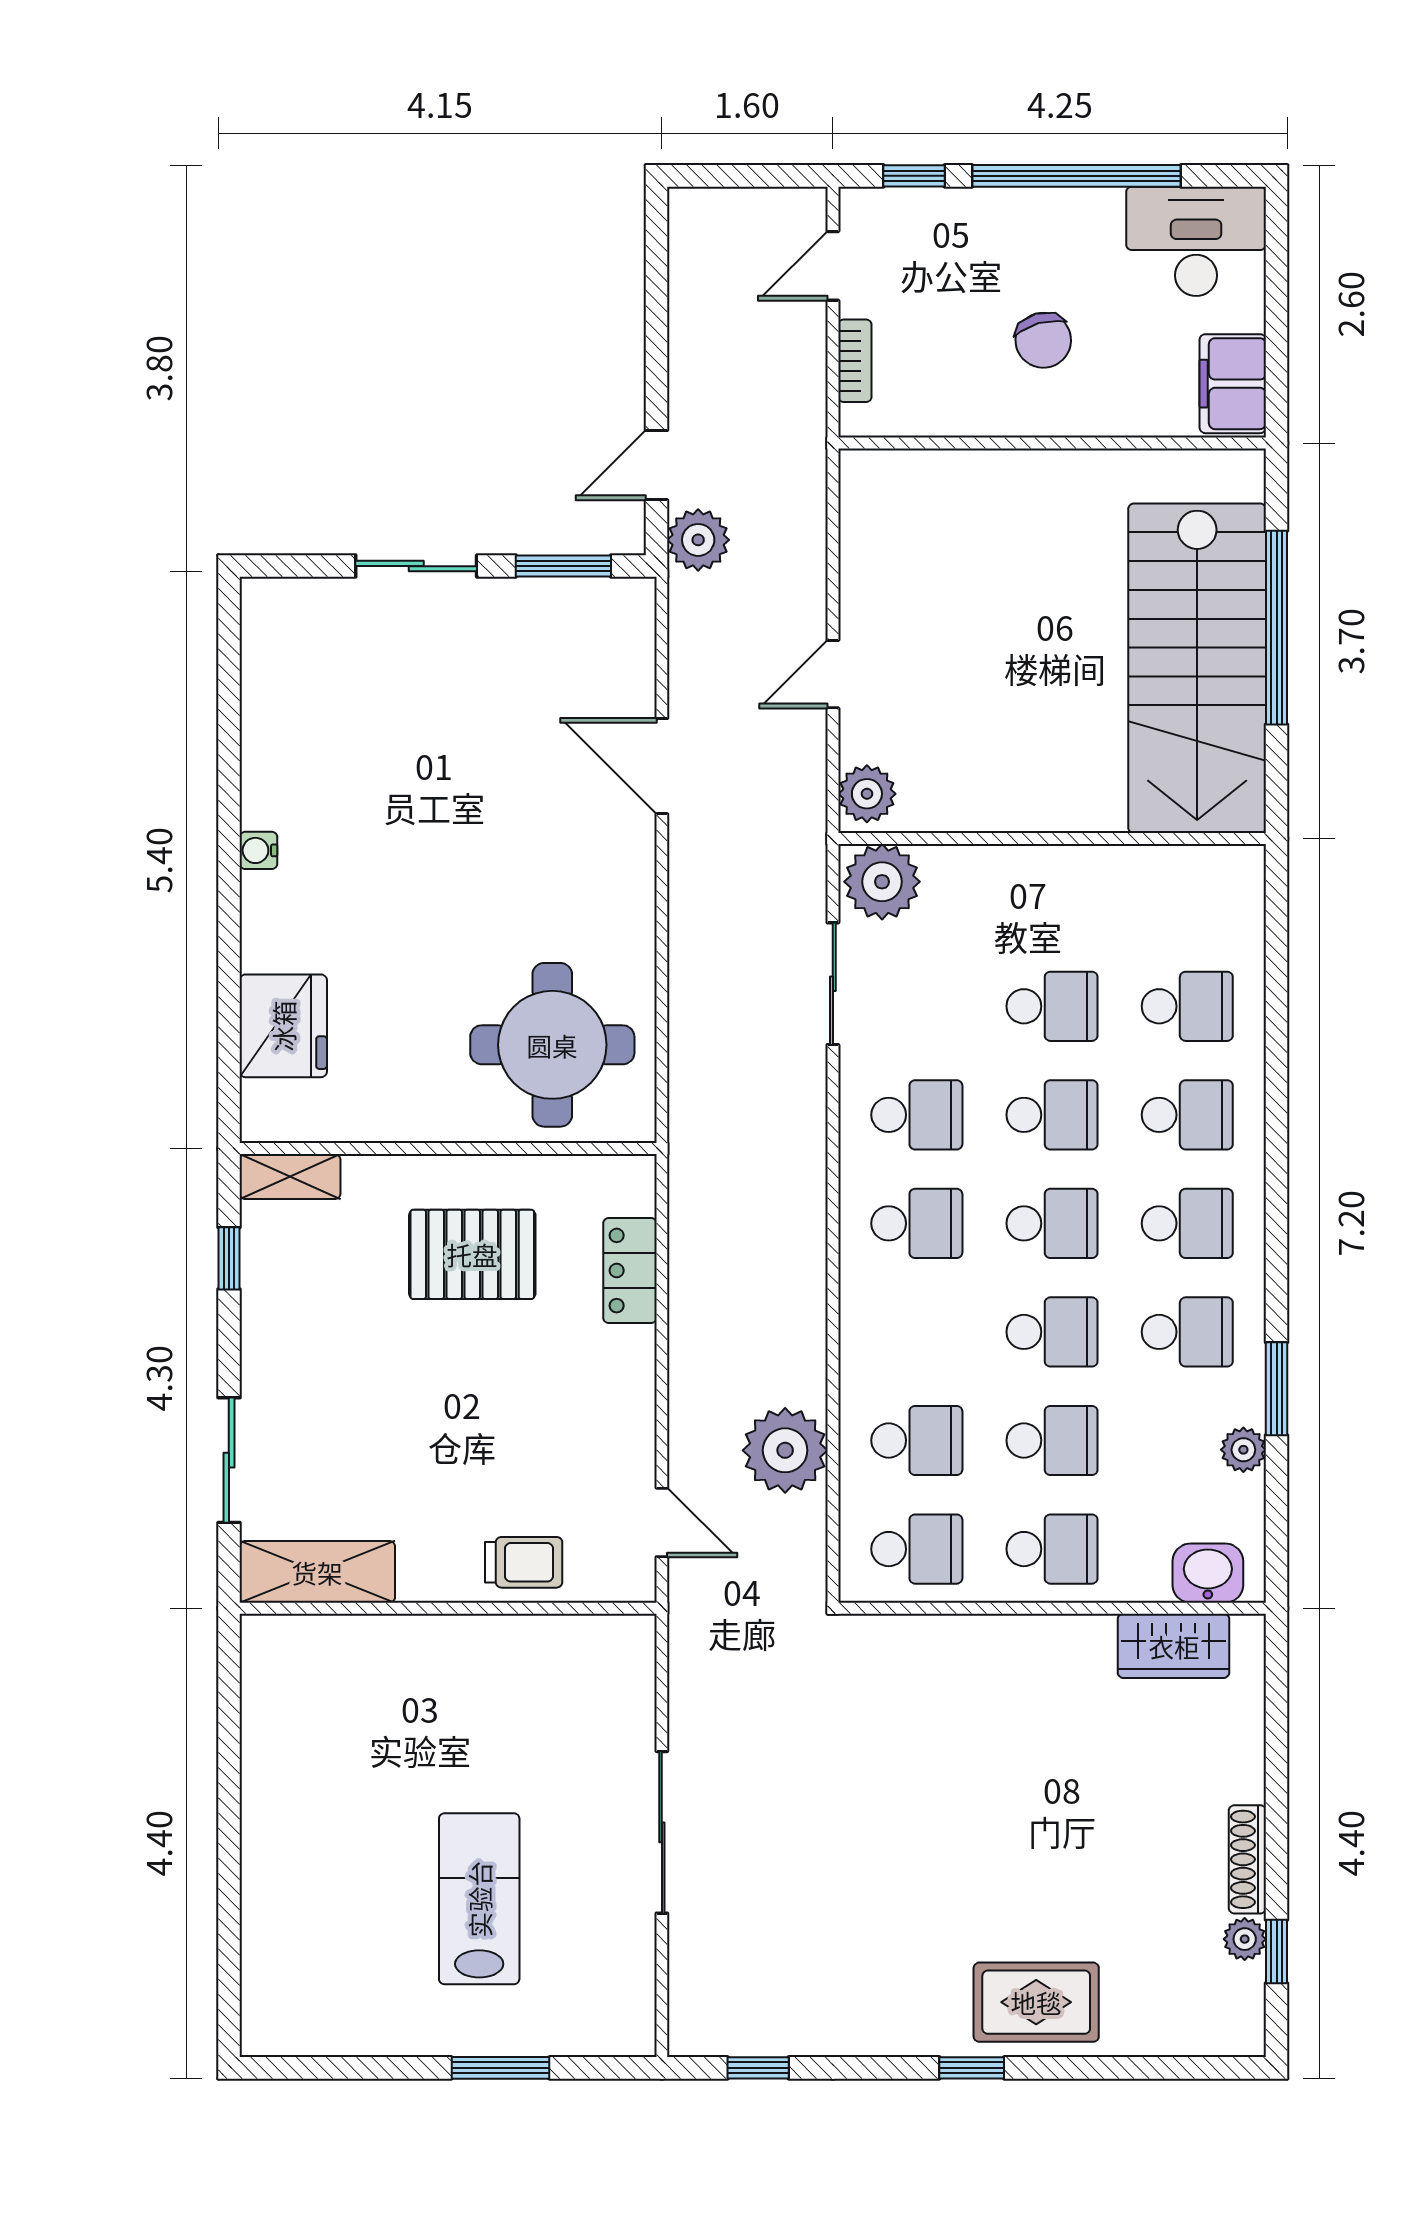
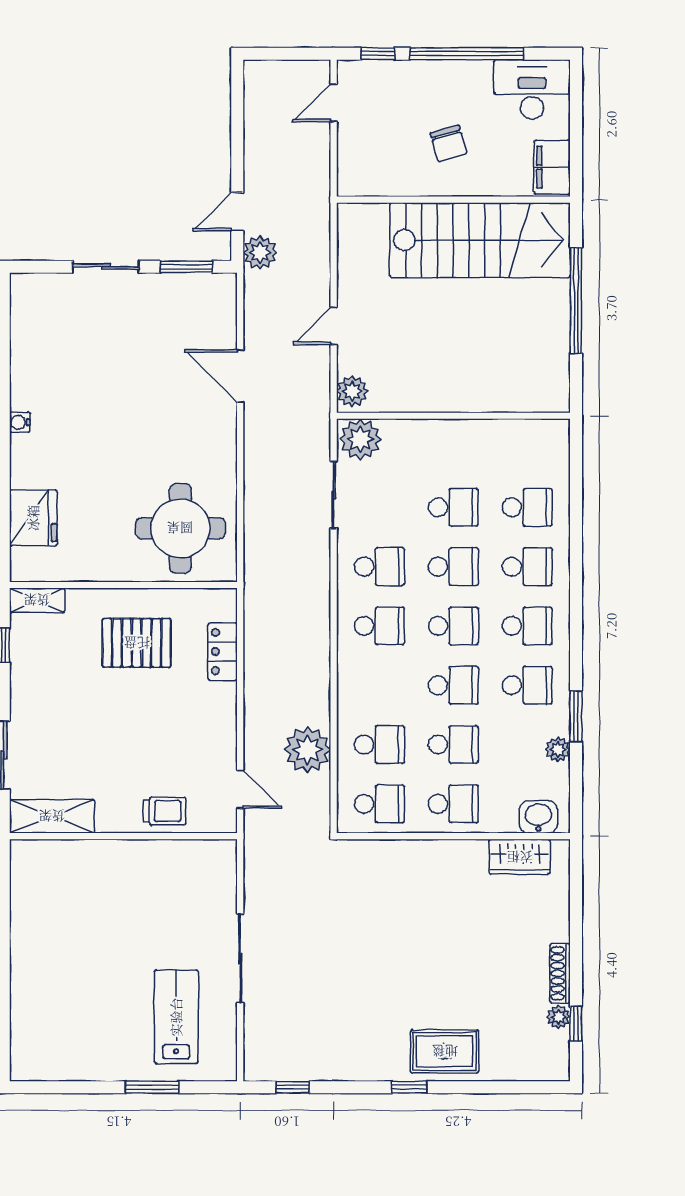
bookcase: (855, 361) -> (346, 155), removed
stairs: (1197, 668) -> (480, 240), moved, turned -90
lab bench: (479, 1899) -> (176, 1017), moved

